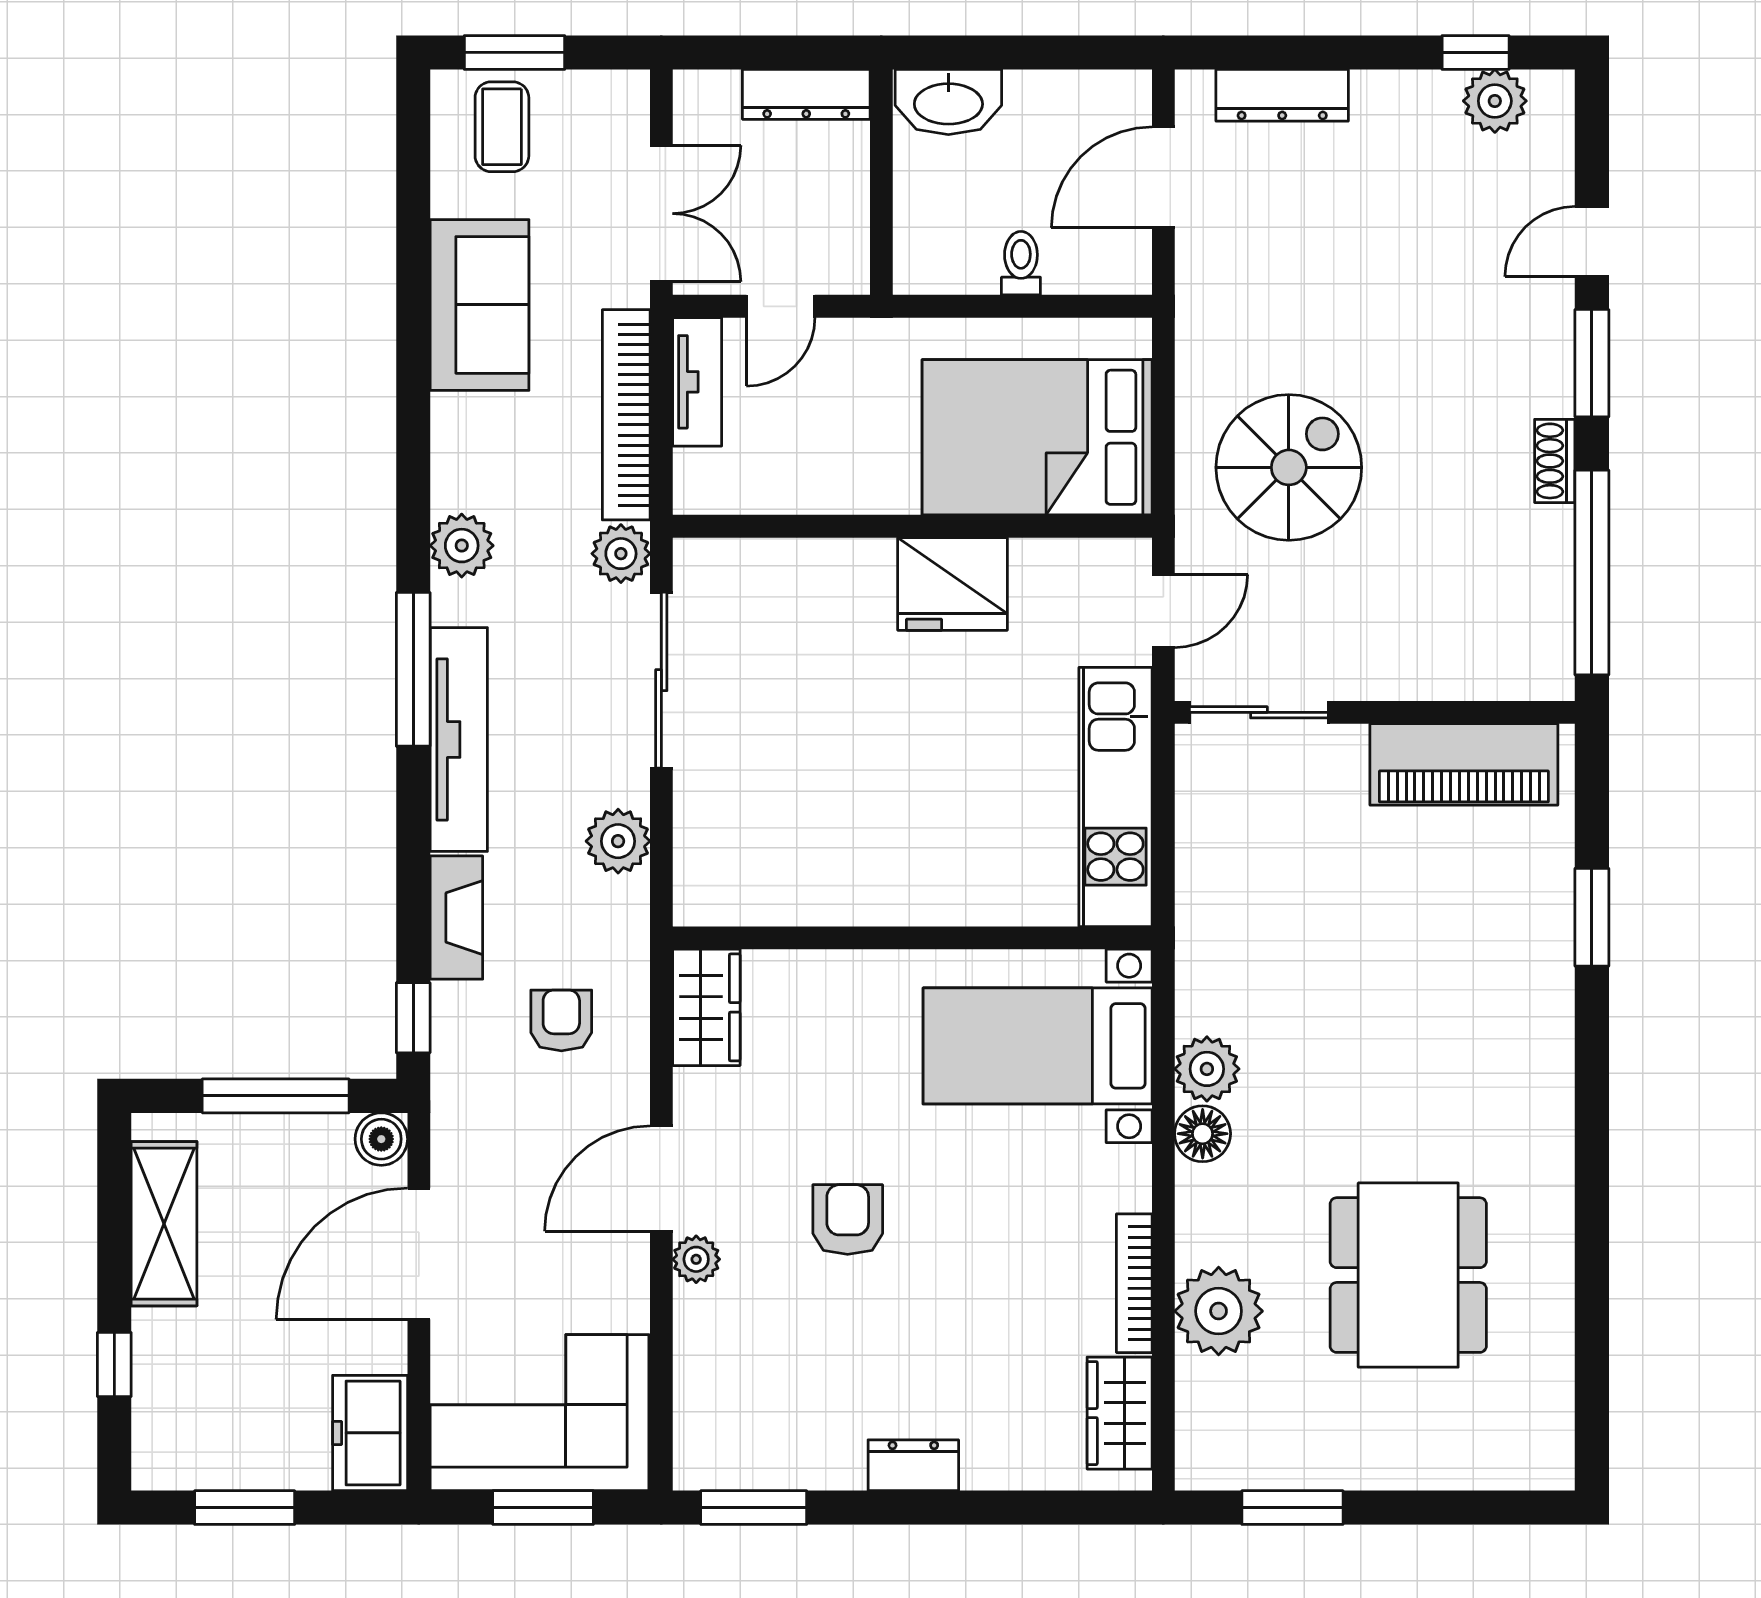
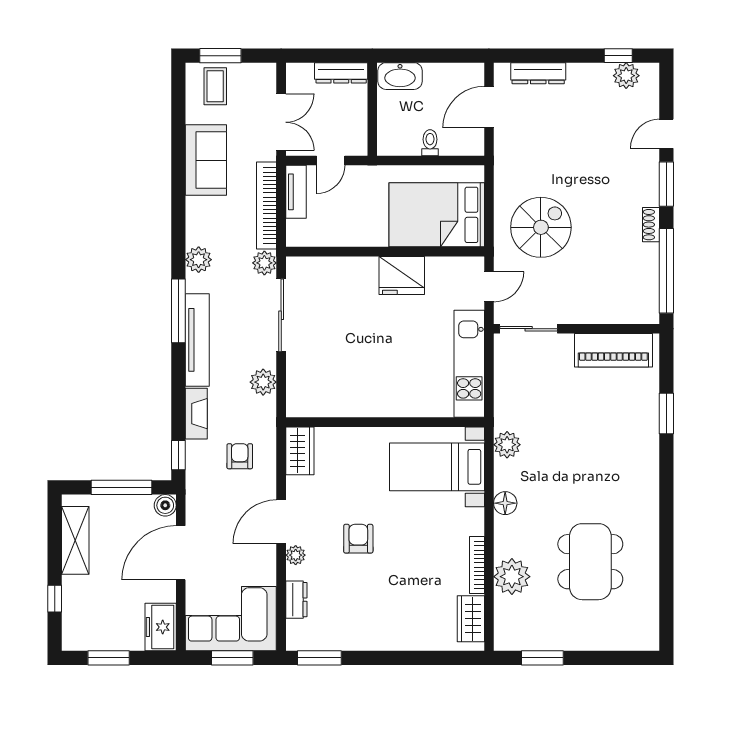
plant: (1207, 1069) -> (507, 445), moved
dresser: (913, 1465) -> (296, 600), moved, turned 90

